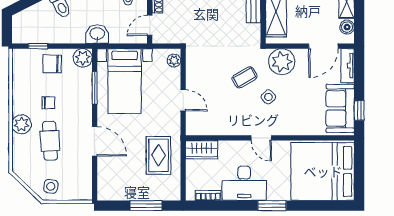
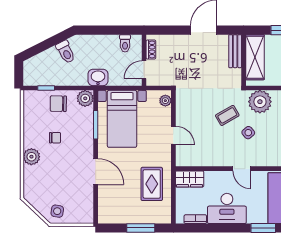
cafe table: (50, 141) -> (56, 171), removed
window: (272, 206) -> (263, 228), moved

